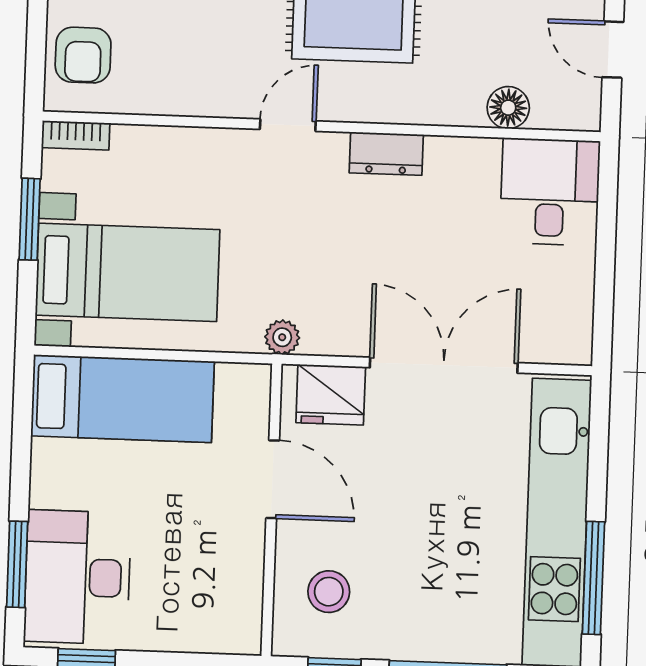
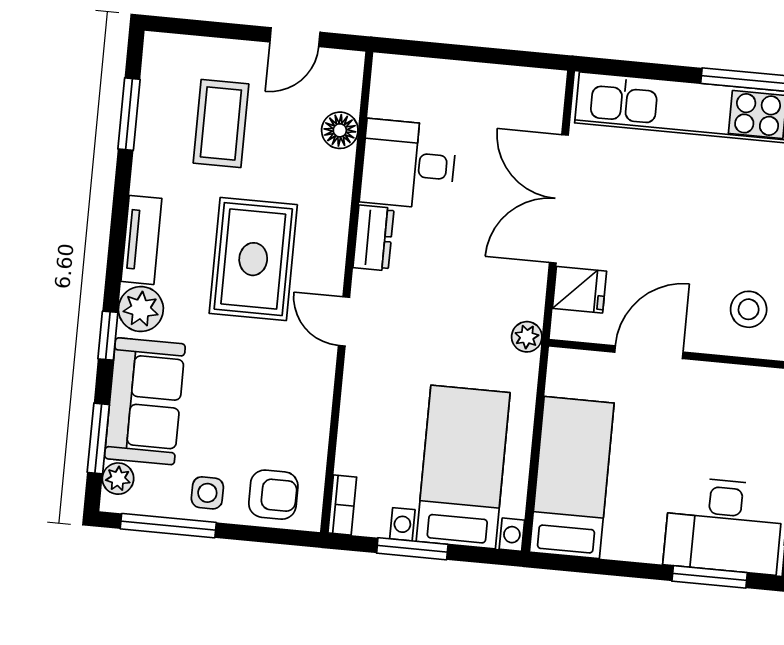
desk: (550, 192) -> (408, 164), moved
fridge: (331, 395) -> (580, 290), width x0.72

